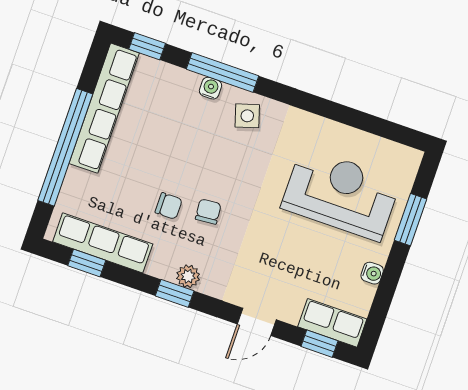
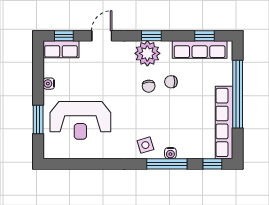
plant: (188, 276) -> (147, 53), width x1.88, depth x1.88

